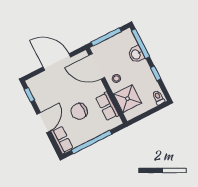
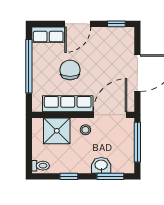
window: (141, 44) -> (110, 176), width x0.69
row of seats: (107, 106) -> (68, 104), width x1.48
door: (44, 123) -> (78, 24), hinge flipped

